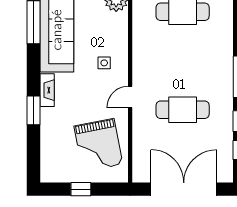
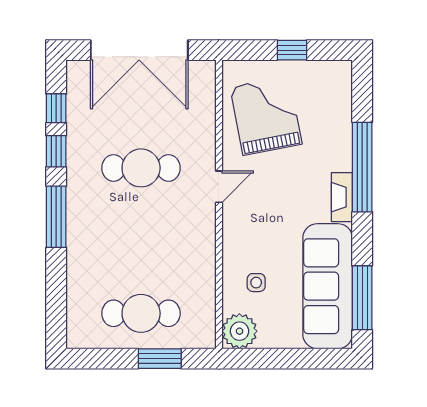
side table: (104, 63) -> (256, 283), moved
window: (34, 110) -> (362, 167), width x2.11

